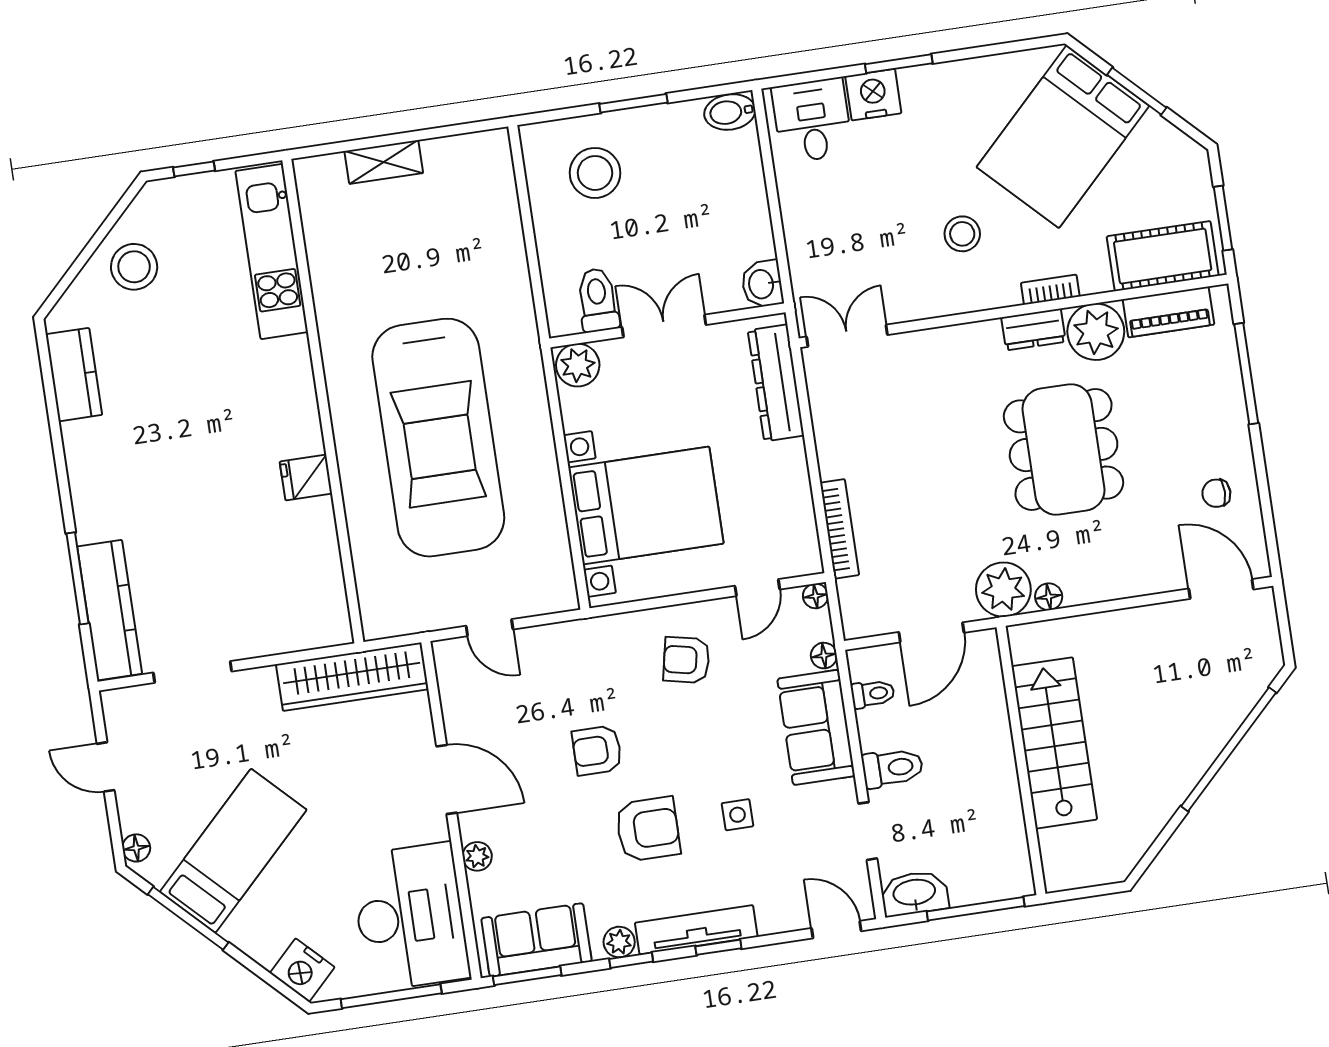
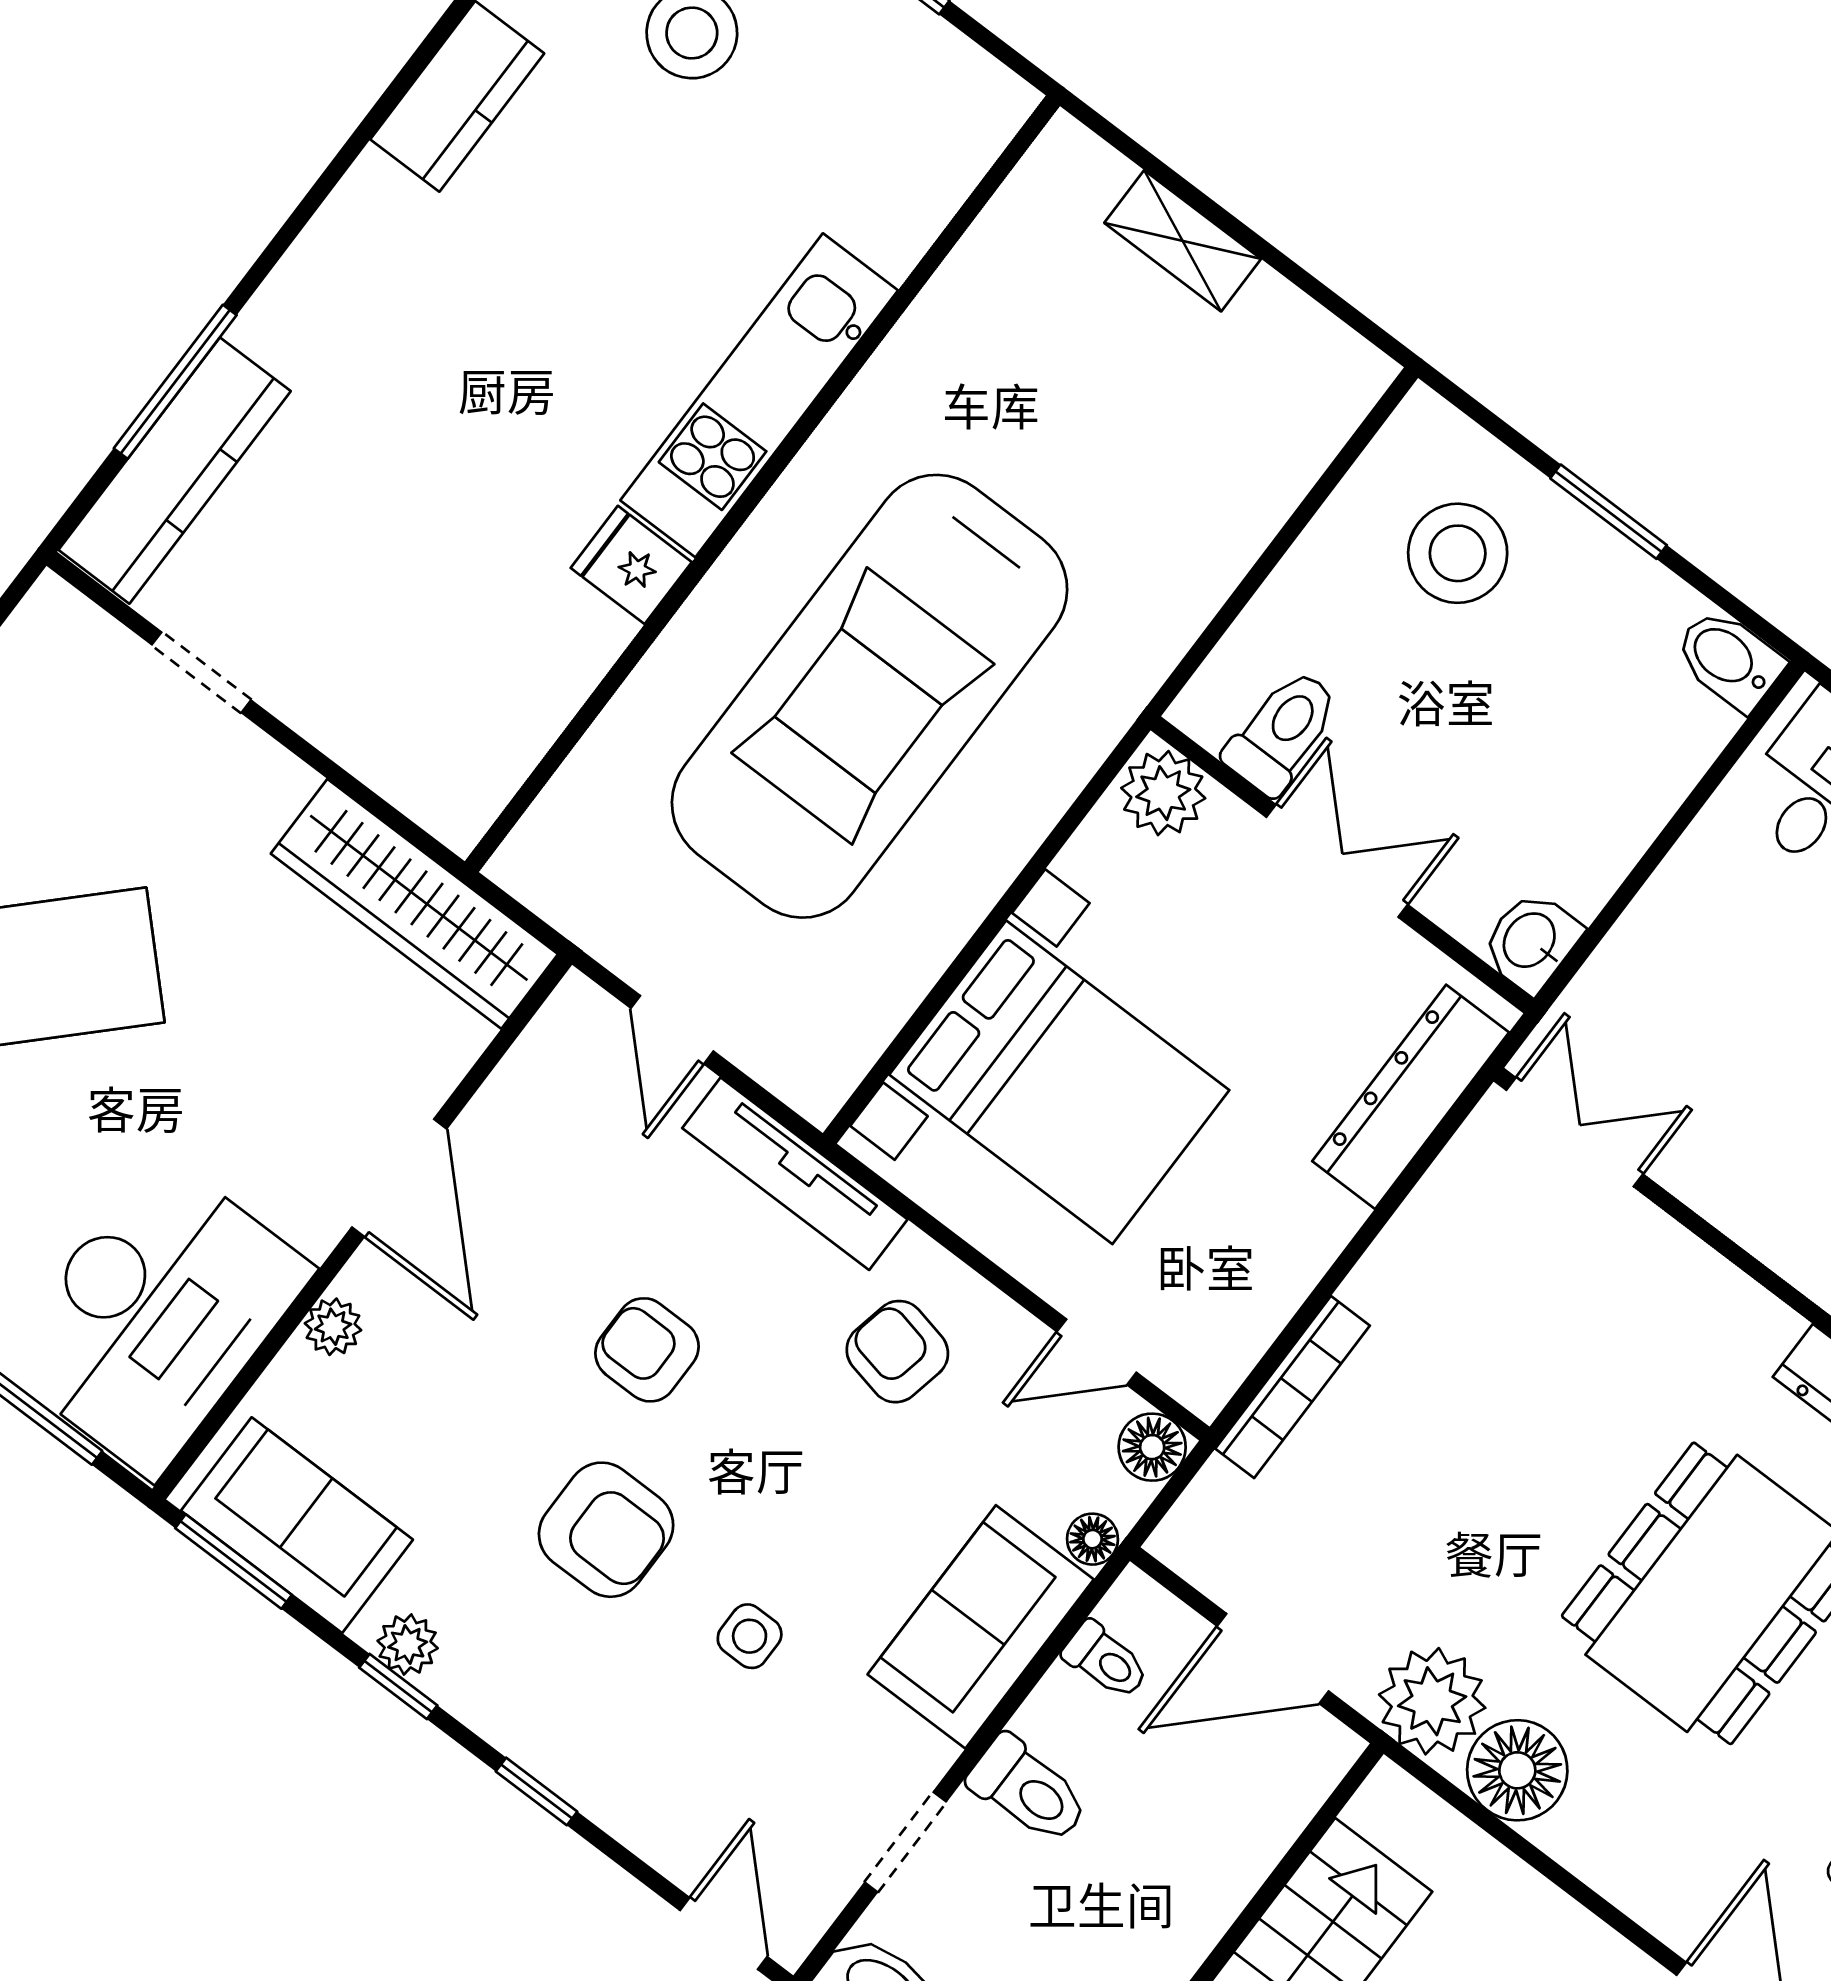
kitchen unit: (272, 251) -> (759, 395), moved
floor lamp: (815, 596) -> (1152, 1447), width x1.37, depth x1.37
floor lamp: (1049, 597) -> (1517, 1770), width x1.89, depth x1.89
doorway: (193, 672) -> (201, 672), width x0.73
tv unit: (696, 930) -> (795, 1174), moved, turned 180

